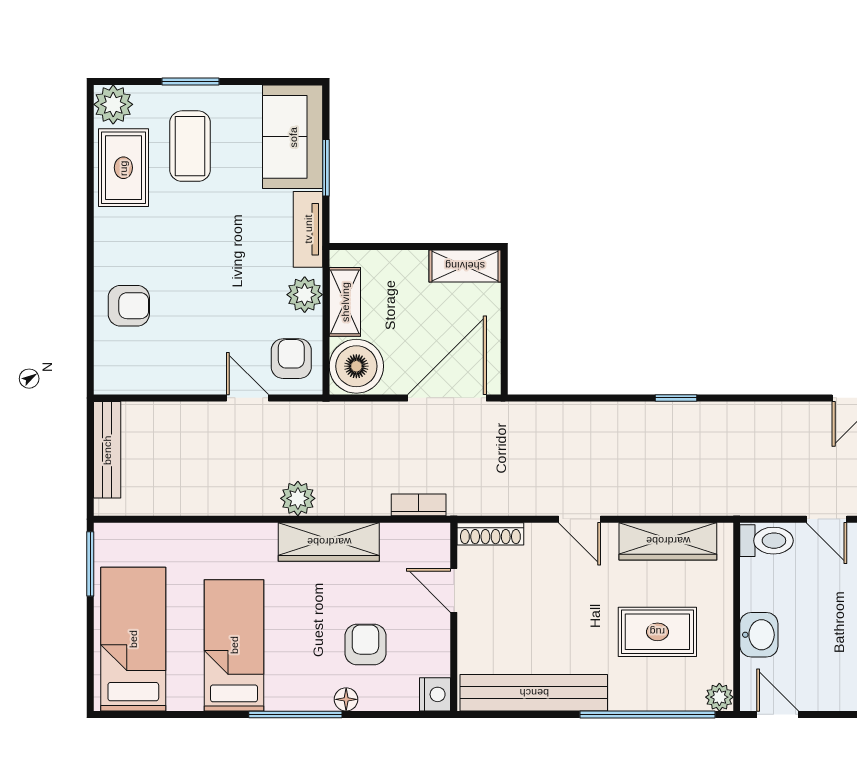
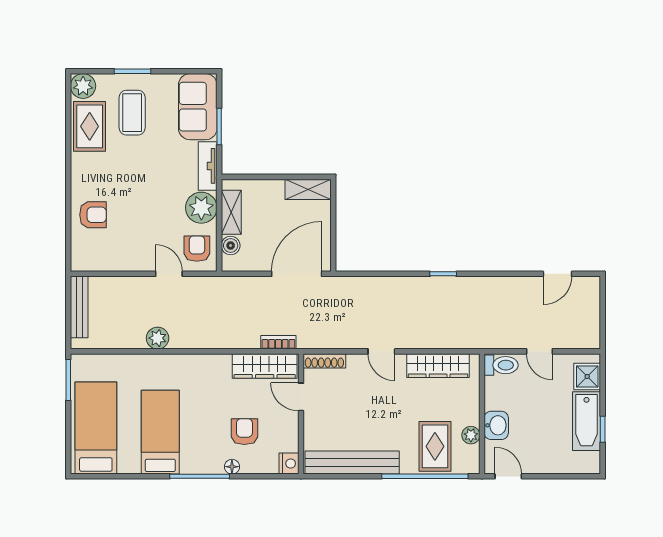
plant: (305, 295) -> (201, 208), width x1.36, depth x1.36
boiler: (356, 366) -> (231, 245), width x0.54, depth x0.54
plant: (298, 498) -> (158, 338), moved
wardrobe: (329, 542) -> (265, 366), moved
rug: (657, 632) -> (435, 446), moved, turned 90
plant: (719, 697) -> (471, 435), moved

